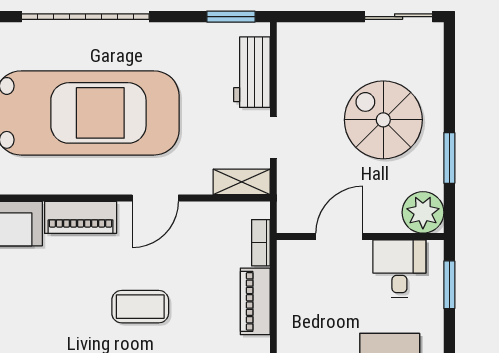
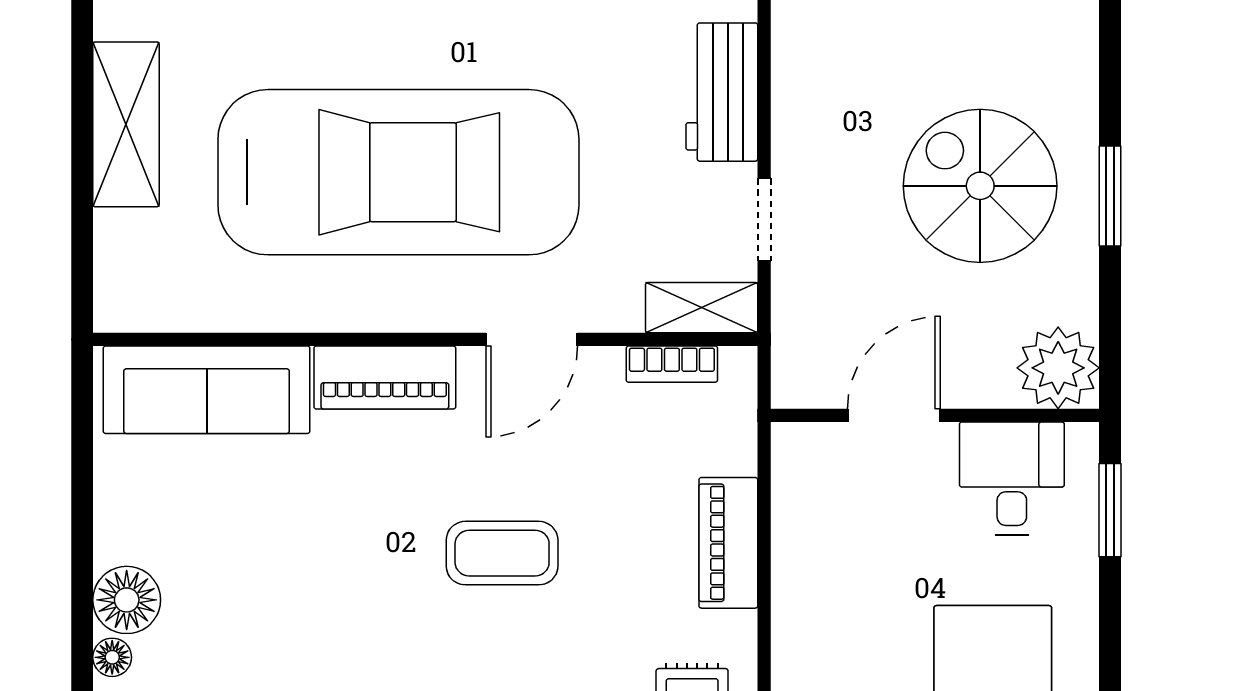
window: (449, 158) -> (1110, 196), moved
bookcase: (261, 243) -> (672, 364), moved, turned -90

